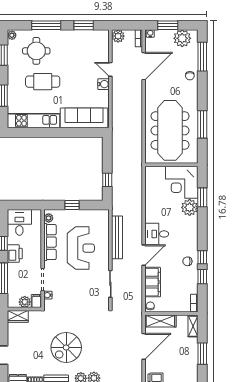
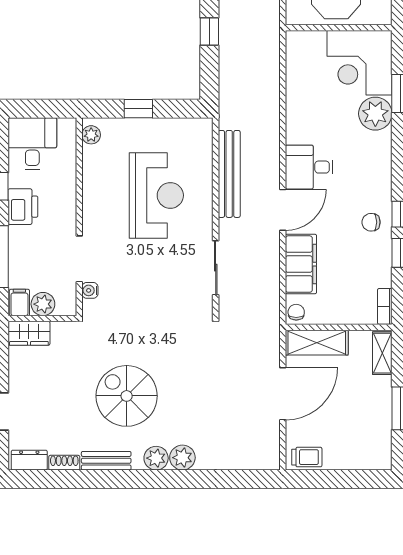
window: (107, 180) -> (209, 32), moved
row of seats: (50, 242) -> (94, 183), removed
filing cabinet: (36, 301) -> (19, 302), moved
spiral stairs: (66, 347) -> (127, 396), turned 90

